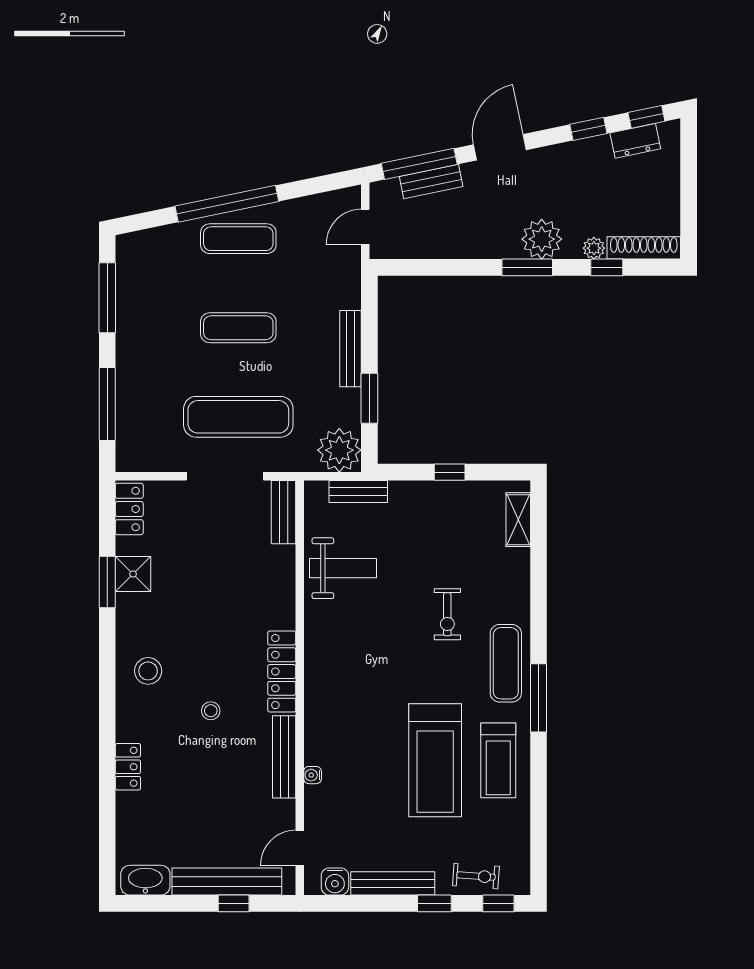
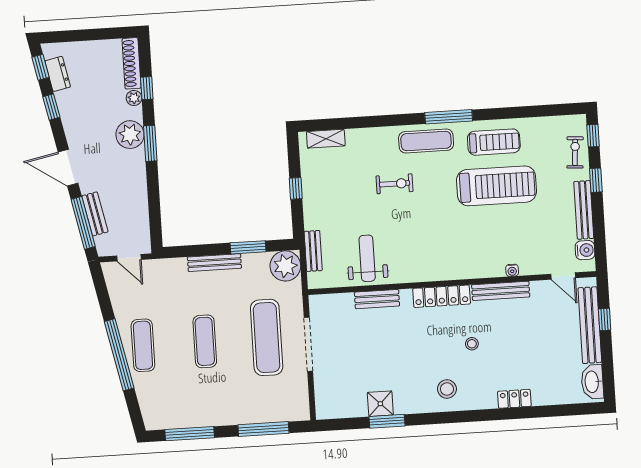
locker: (129, 509) -> (335, 409), removed
bench: (284, 512) -> (377, 299), moved

